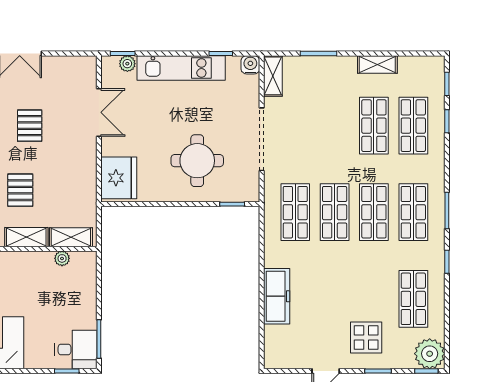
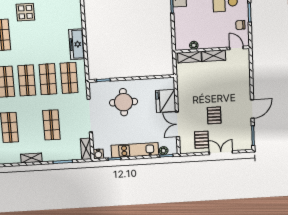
shop shelf: (374, 126) -> (51, 125), moved
fridge: (119, 178) -> (166, 101), moved
pallet: (20, 190) -> (202, 140), moved
freezer: (277, 296) -> (77, 44), moved

